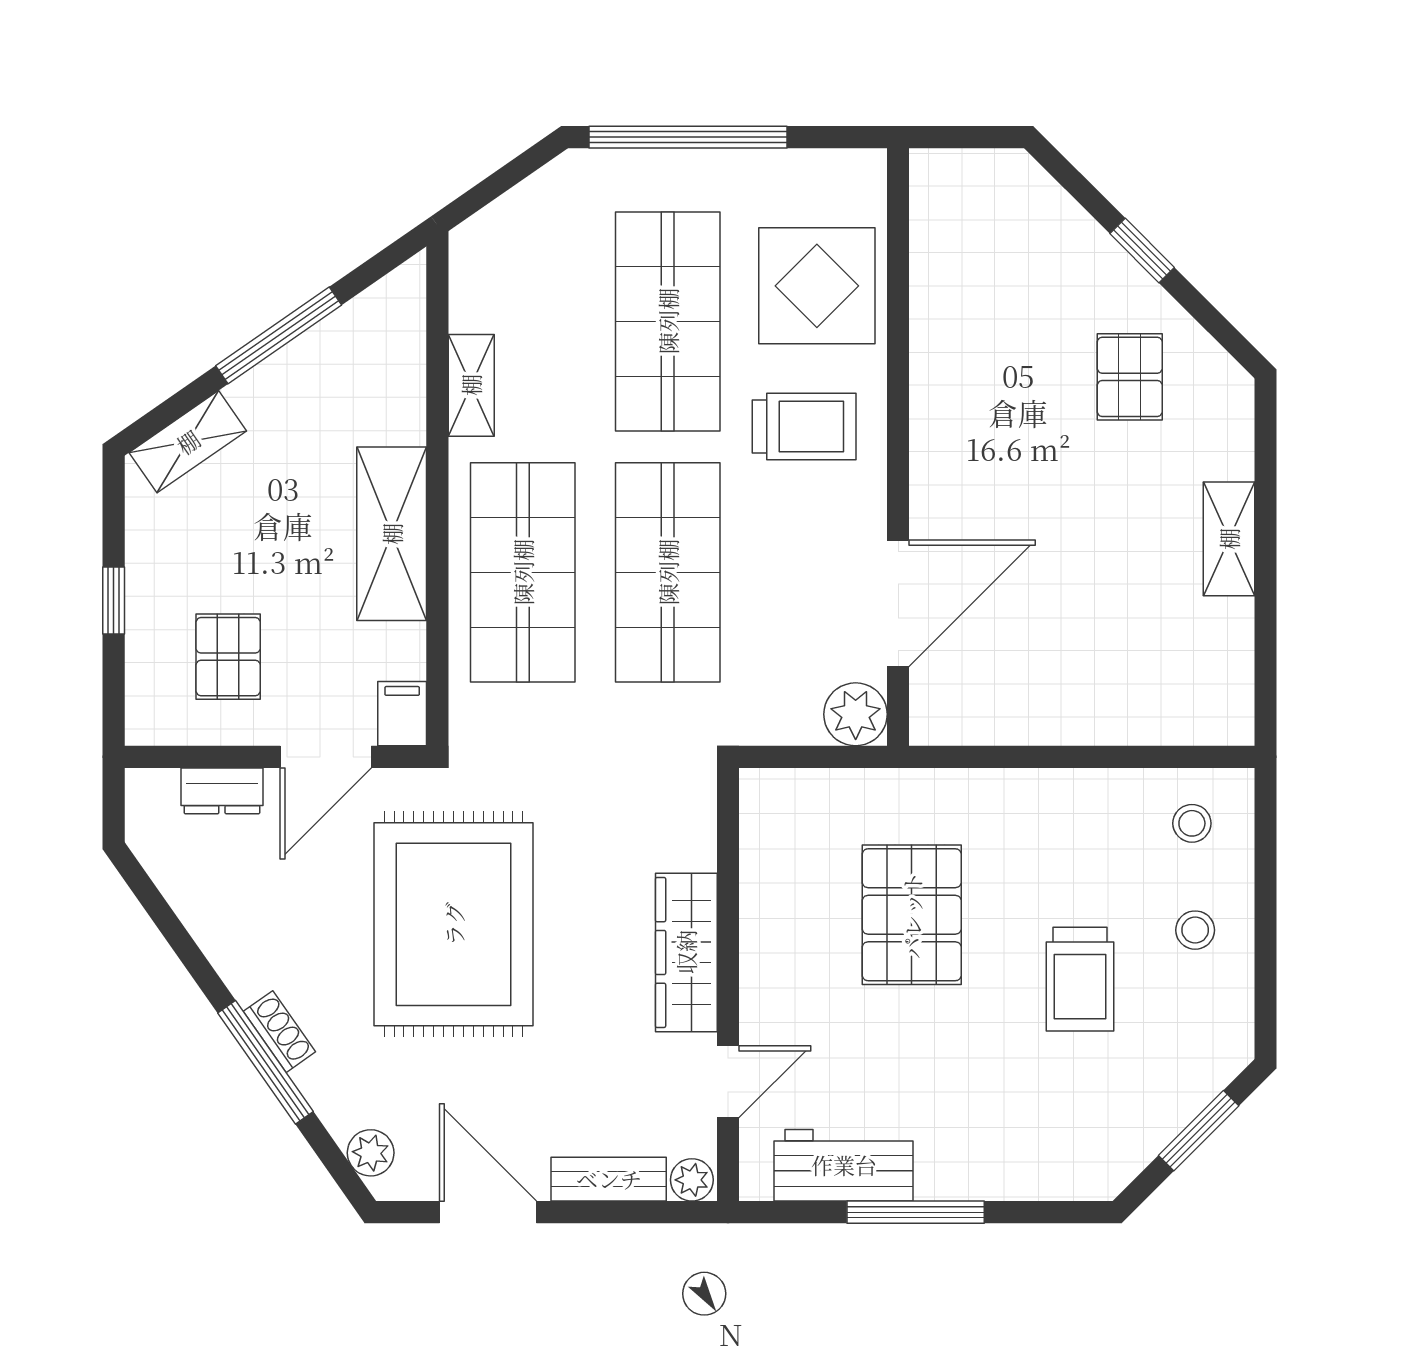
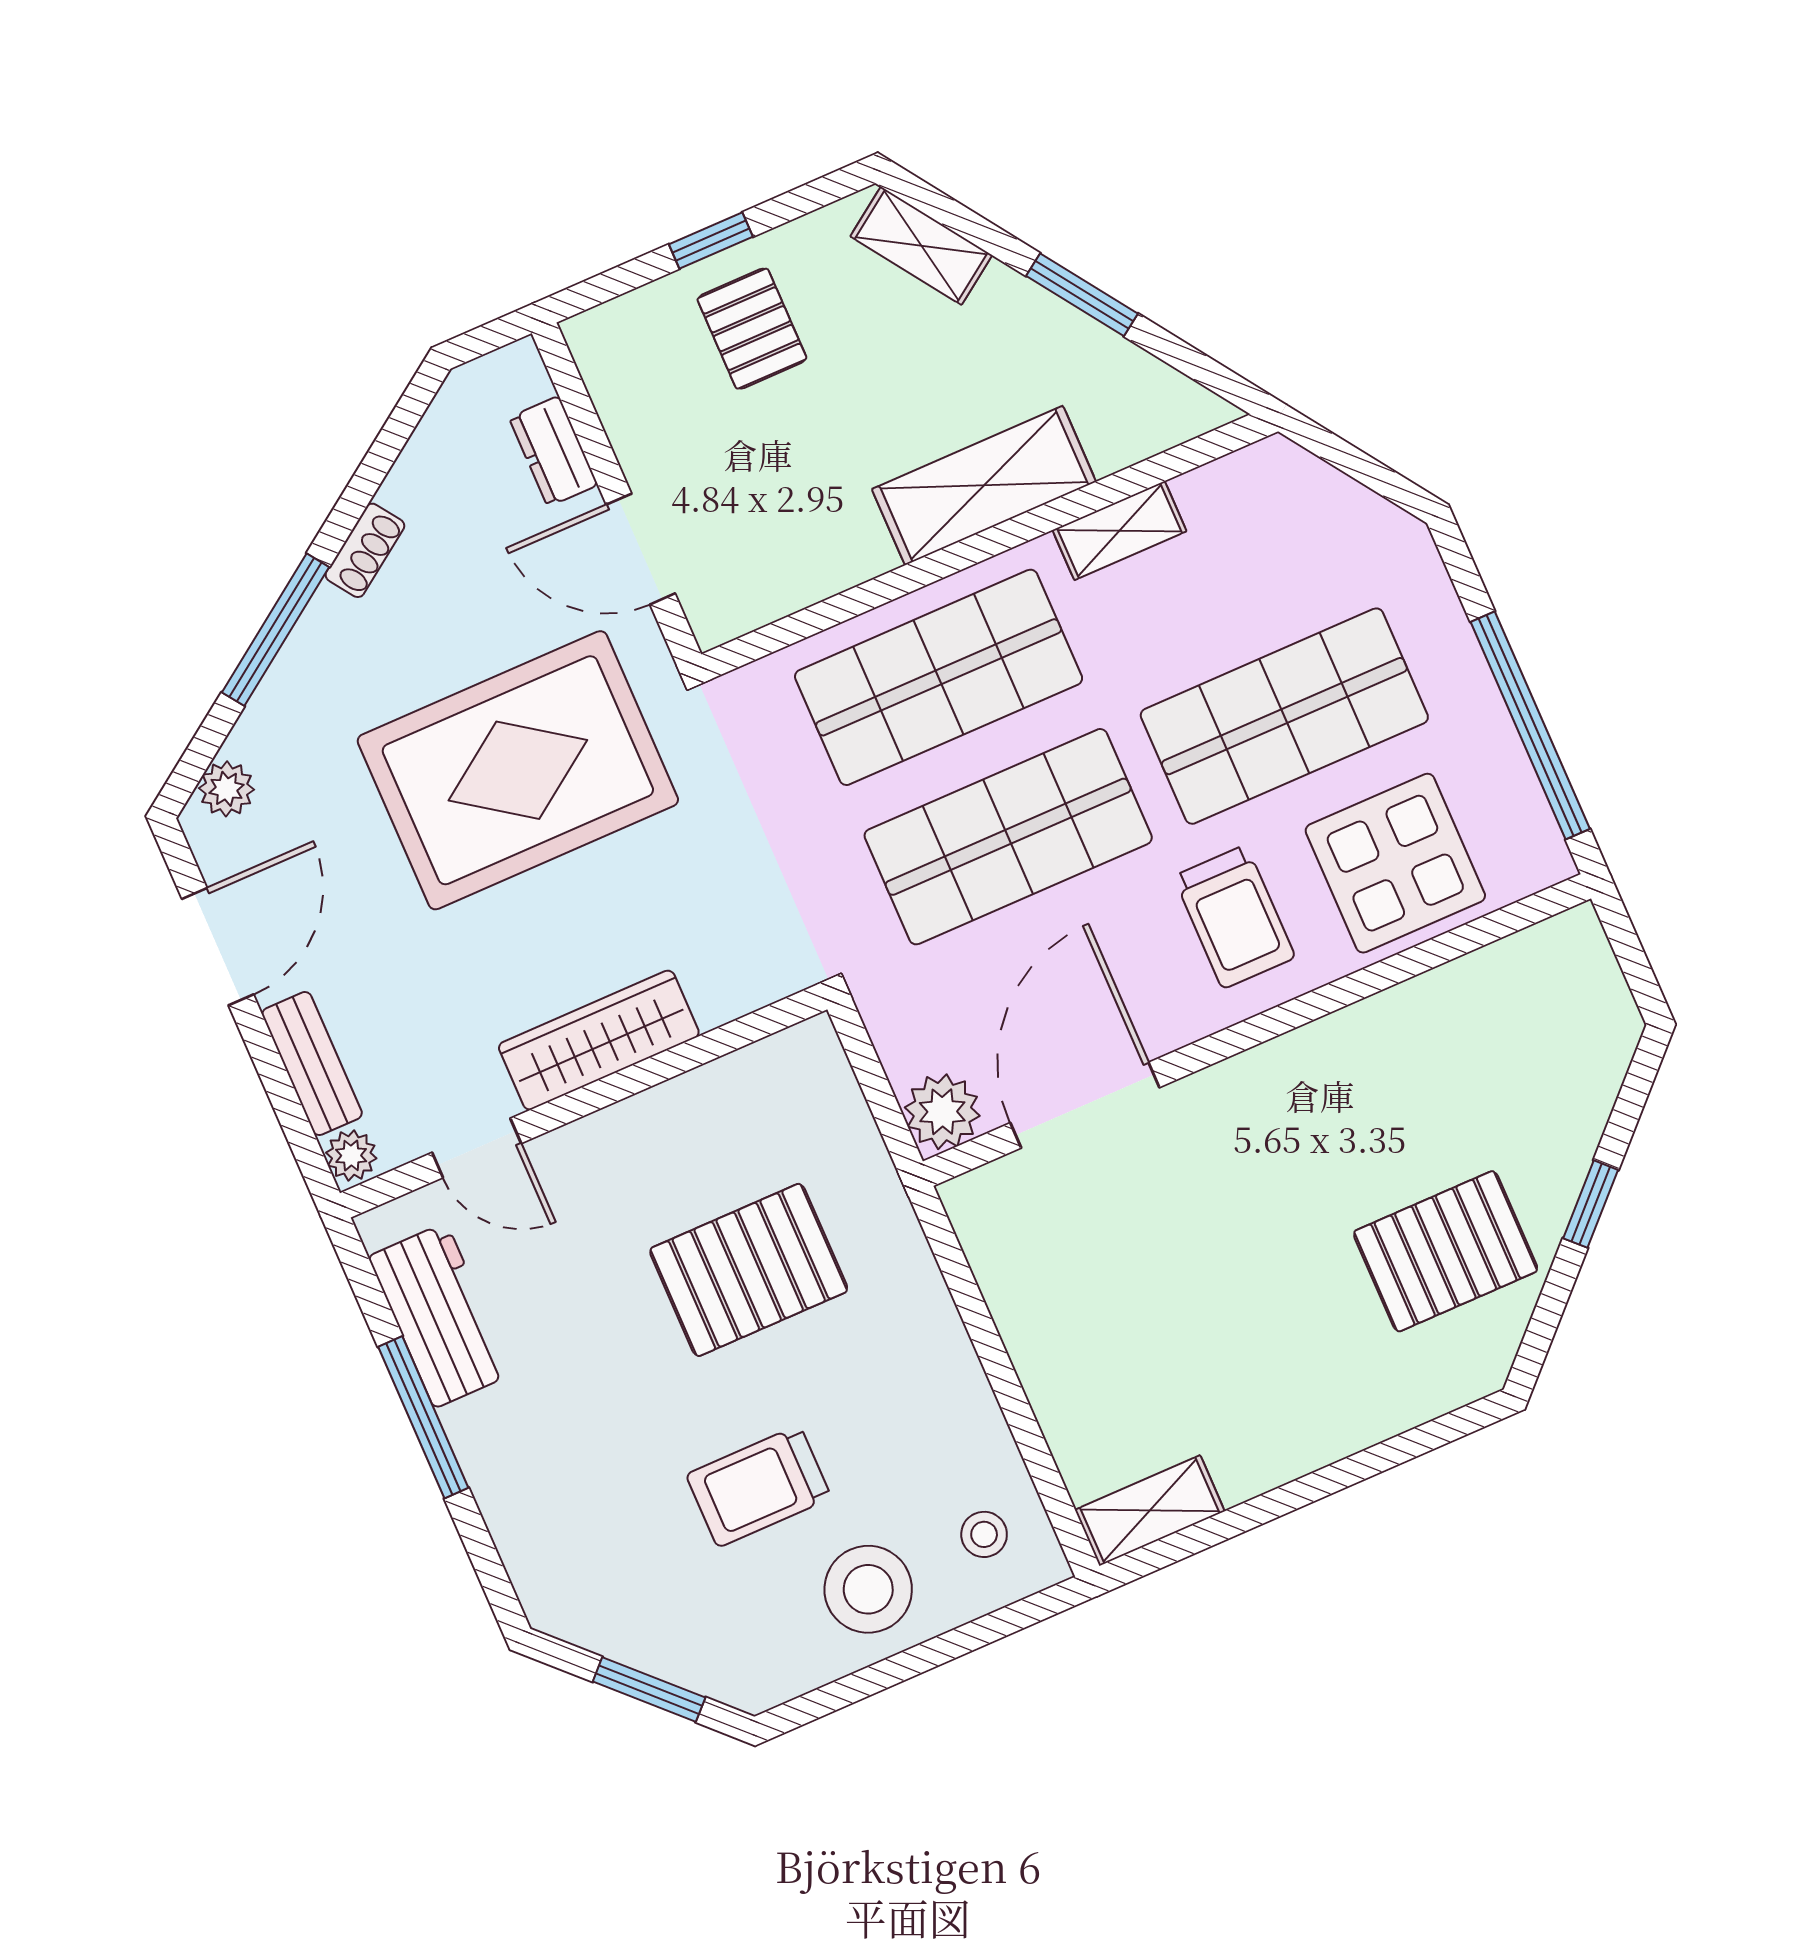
window: (688, 137) -> (1530, 725), moved
window: (279, 335) -> (1082, 295), width x0.69
pallet: (1130, 377) -> (1446, 1251), width x1.50, depth x1.42
shelving: (392, 534) -> (984, 485), moved
shelving: (1229, 539) -> (1150, 1510), moved
door: (898, 603) -> (1085, 1105), swing flipped
pallet: (228, 657) -> (752, 329), moved, turned 90
filing cabinet: (402, 714) -> (725, 612), removed
stool: (1195, 930) -> (868, 1589), width x1.89, depth x1.89
shoe rack: (279, 1032) -> (365, 550), moved

